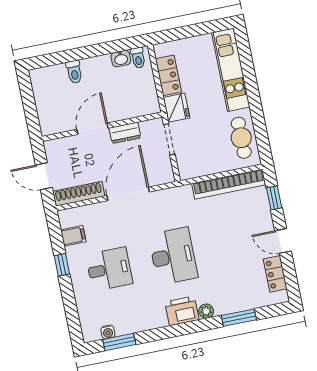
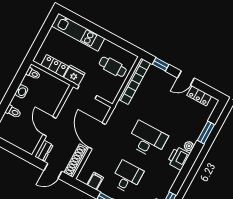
washbasin: (121, 59) -> (21, 91), moved
dresser: (125, 133) -> (44, 151), moved
cafe table: (241, 138) -> (113, 67), moved

